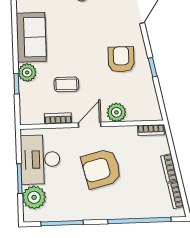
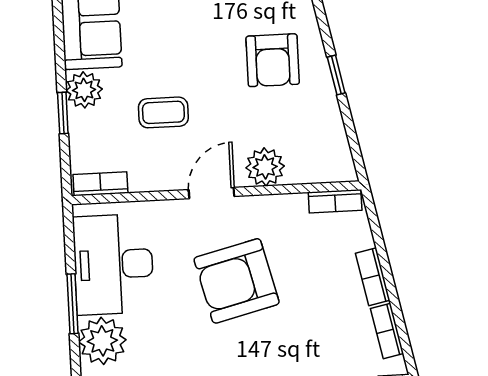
armchair: (121, 59) -> (273, 60), turned 180
bookcase: (58, 119) -> (100, 184), moved

